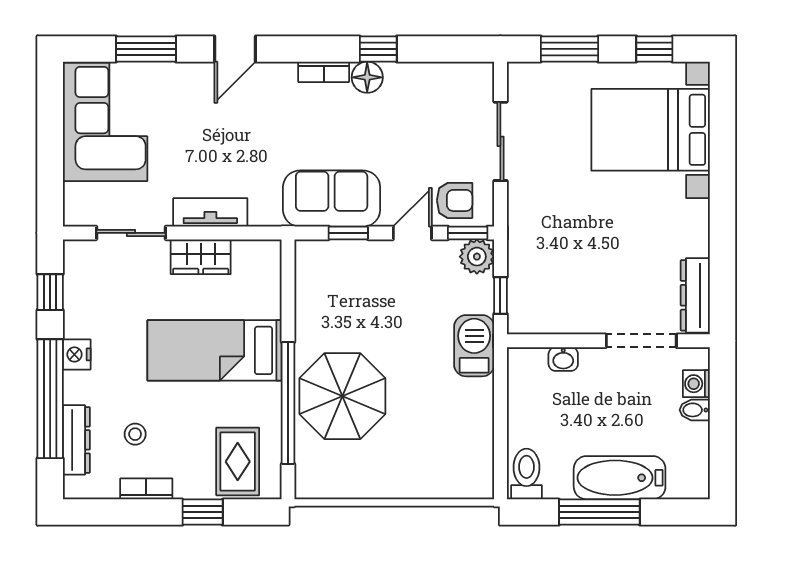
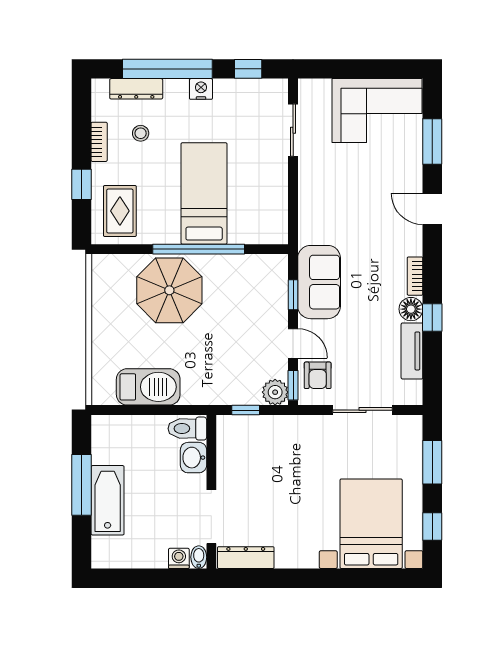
tv unit: (210, 212) -> (412, 351), moved, turned 180
wardrobe: (201, 257) -> (275, 183), removed
barbecue: (474, 346) -> (148, 387), moved, width x1.37, depth x1.21
washbasin: (563, 359) -> (193, 458), width x1.38, depth x1.45
window: (288, 403) -> (199, 249), moved
bidet: (695, 410) -> (199, 557), moved
rug: (238, 462) -> (120, 211), turned 90
toilet: (526, 474) -> (187, 429), moved, turned 180

